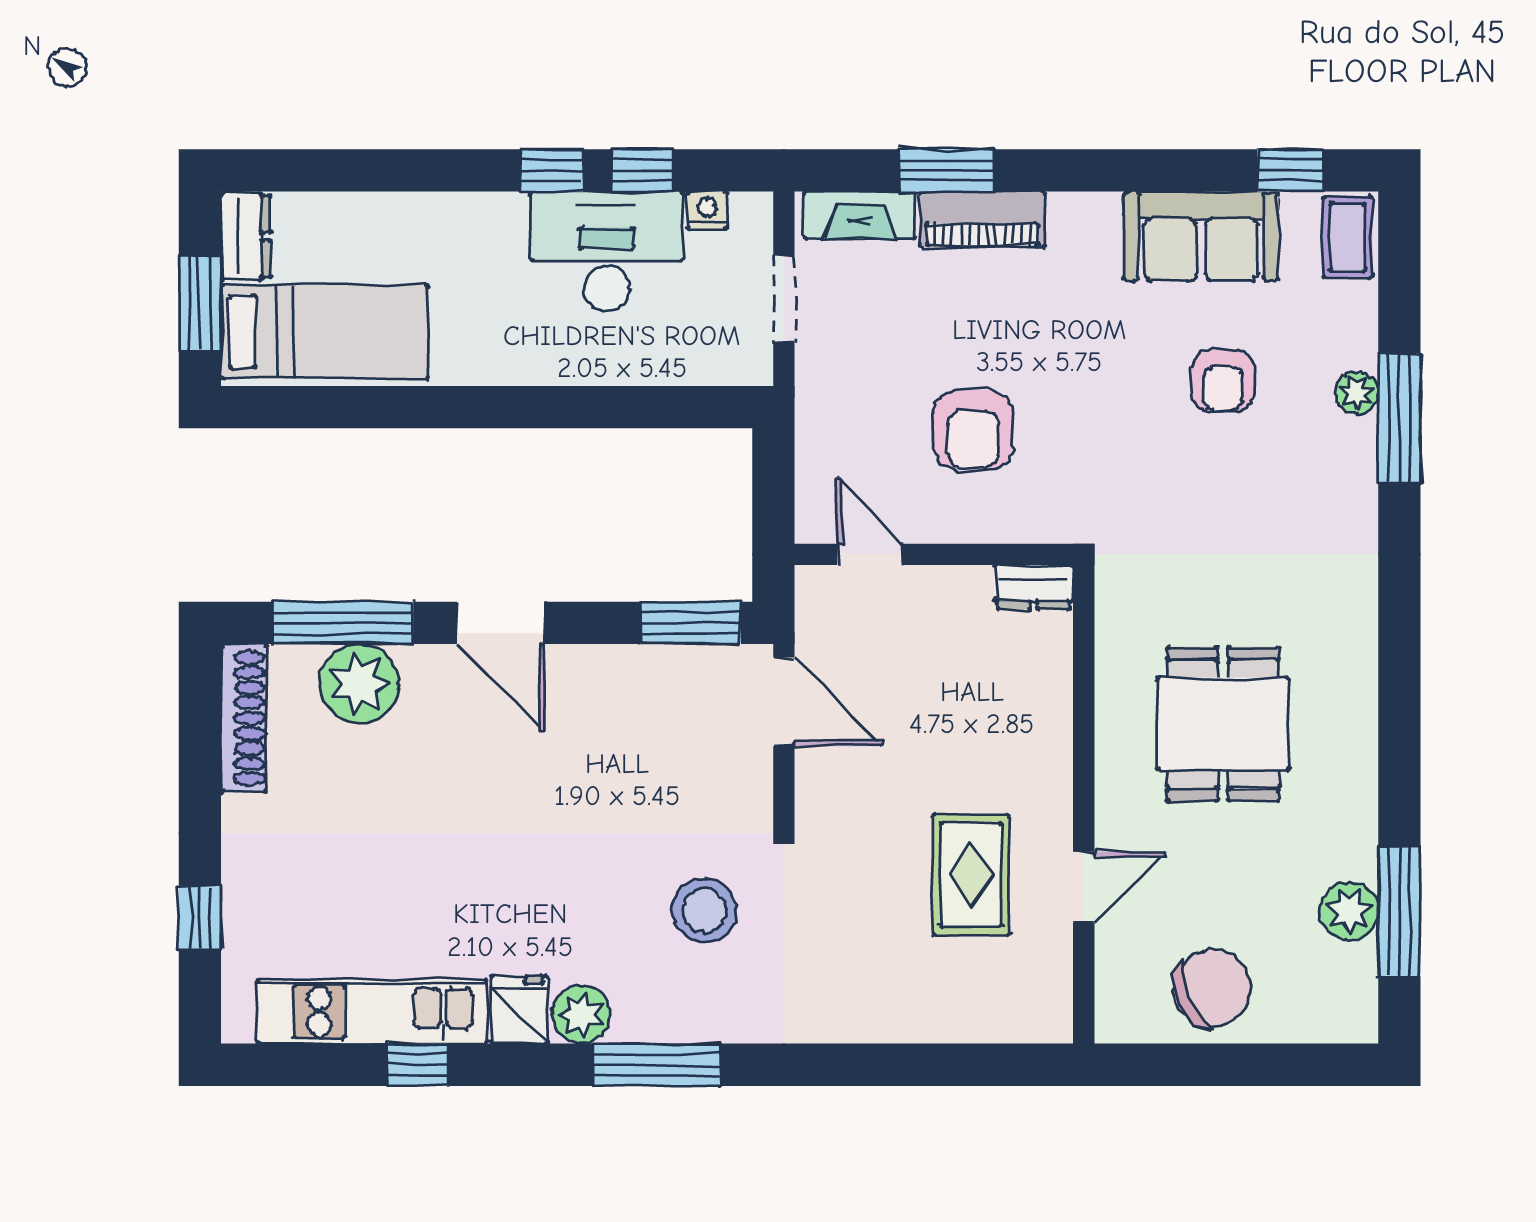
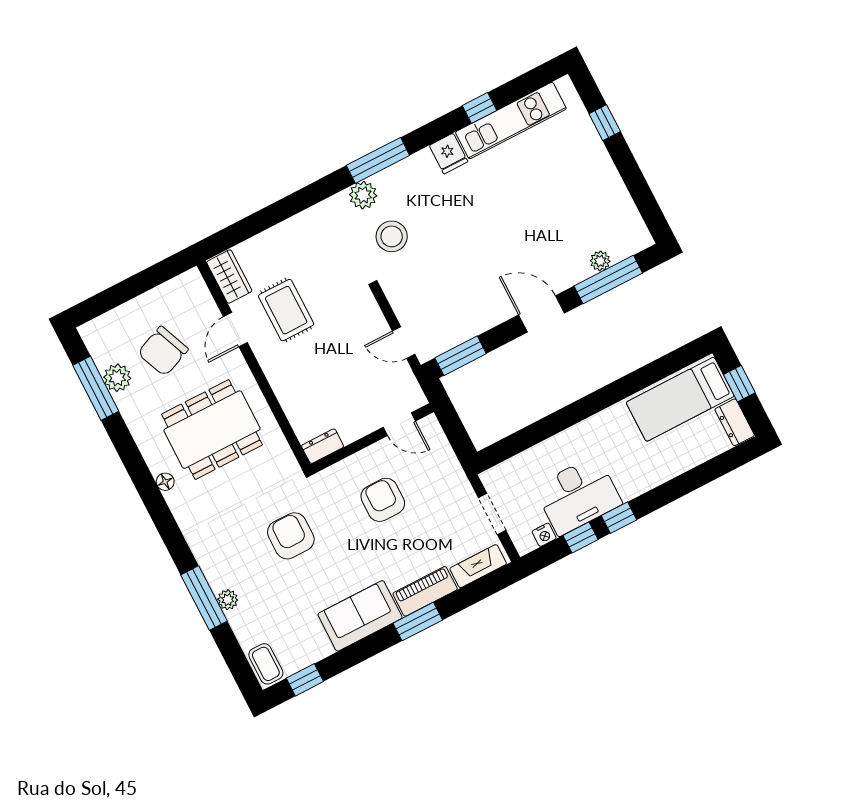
window: (947, 170) -> (418, 622), moved
sofa: (1201, 236) -> (360, 616), moved
window: (200, 304) -> (739, 384), width x0.67
armchair: (1223, 381) -> (291, 536), moved, width x1.38, depth x1.38
floor lamp: (1360, 672) -> (165, 482), added
plant: (359, 683) -> (600, 261), width x0.53, depth x0.53
door: (784, 702) -> (404, 343), width x0.73
shoe rack: (244, 718) -> (630, 217), removed
dining table: (1223, 724) -> (212, 430), width x1.37
chair: (1212, 988) -> (163, 351), moved
wardrobe: (1044, 992) -> (229, 277), added
plant: (581, 1014) -> (363, 195), moved

